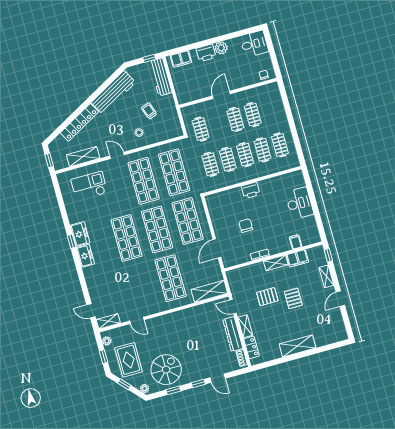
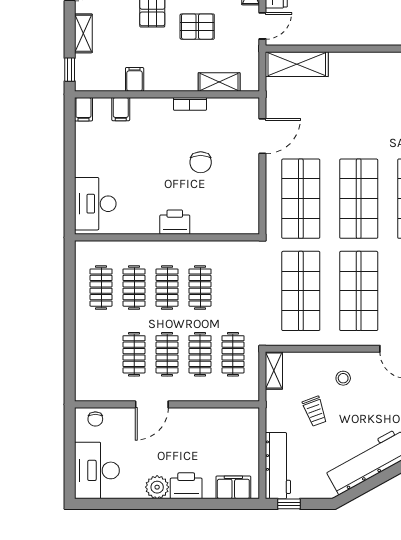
desk: (254, 44) -> (97, 470), width x1.37
door: (221, 95) -> (152, 404), moved
shelving: (177, 126) -> (274, 371), added
clothes rail: (210, 164) -> (200, 354), moved
desk: (299, 203) -> (95, 204), moved
filing cabinet: (315, 236) -> (83, 109), added
filing cabinet: (297, 258) -> (135, 79), width x0.50
shelving: (276, 263) -> (219, 82), moved
shop shelf: (171, 278) -> (359, 106), removed
door: (233, 307) -> (262, 26), hinge flipped

